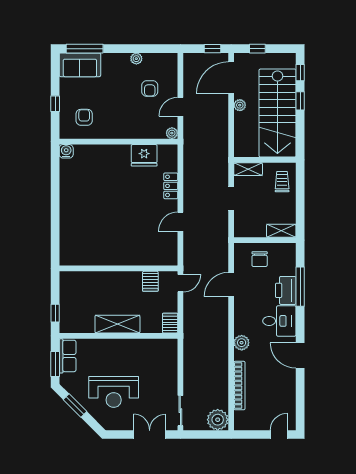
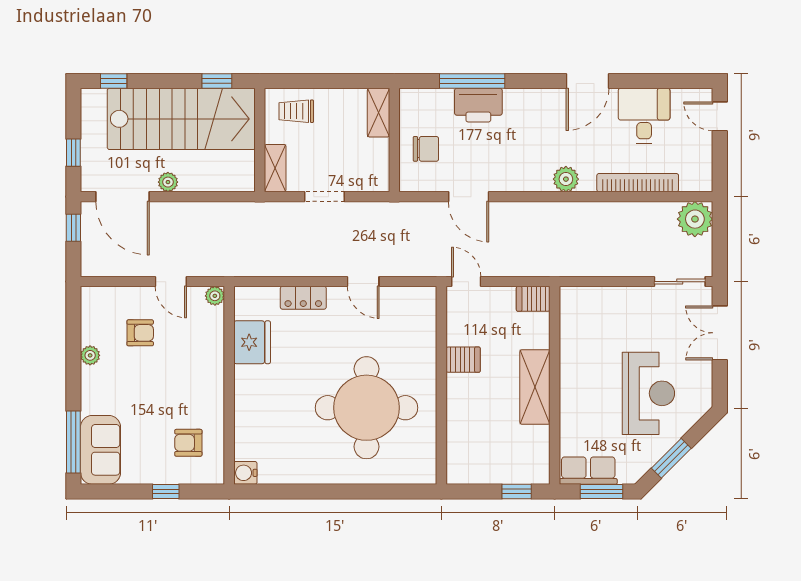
window: (300, 101) -> (217, 81), moved
round table: (105, 224) -> (366, 408), added
server rack: (150, 281) -> (463, 360), moved
desk: (279, 321) -> (644, 116), moved

